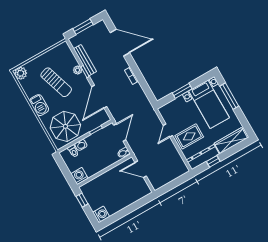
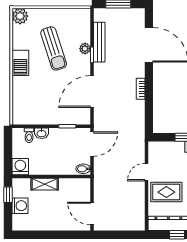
parasol: (65, 126) -> (36, 103), removed
door: (141, 169) -> (92, 214), moved
shelving: (103, 178) -> (45, 184), added
washing machine: (101, 214) -> (20, 206), moved

